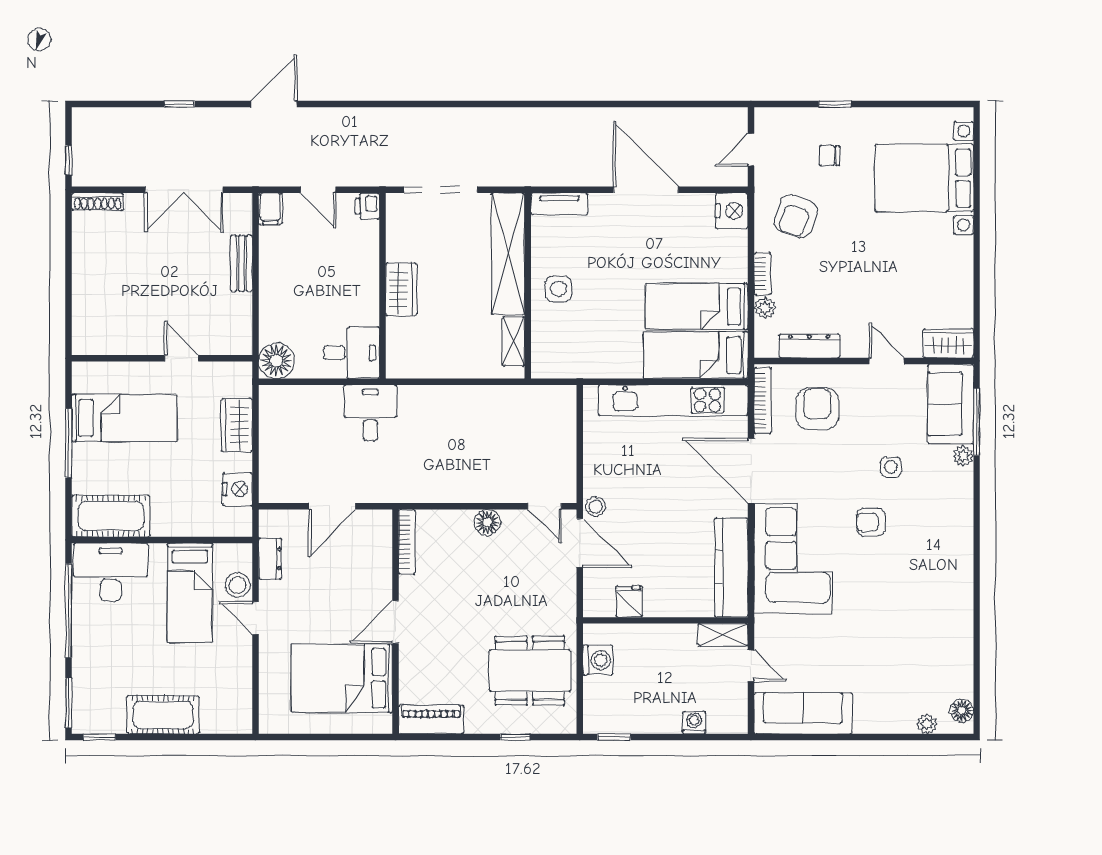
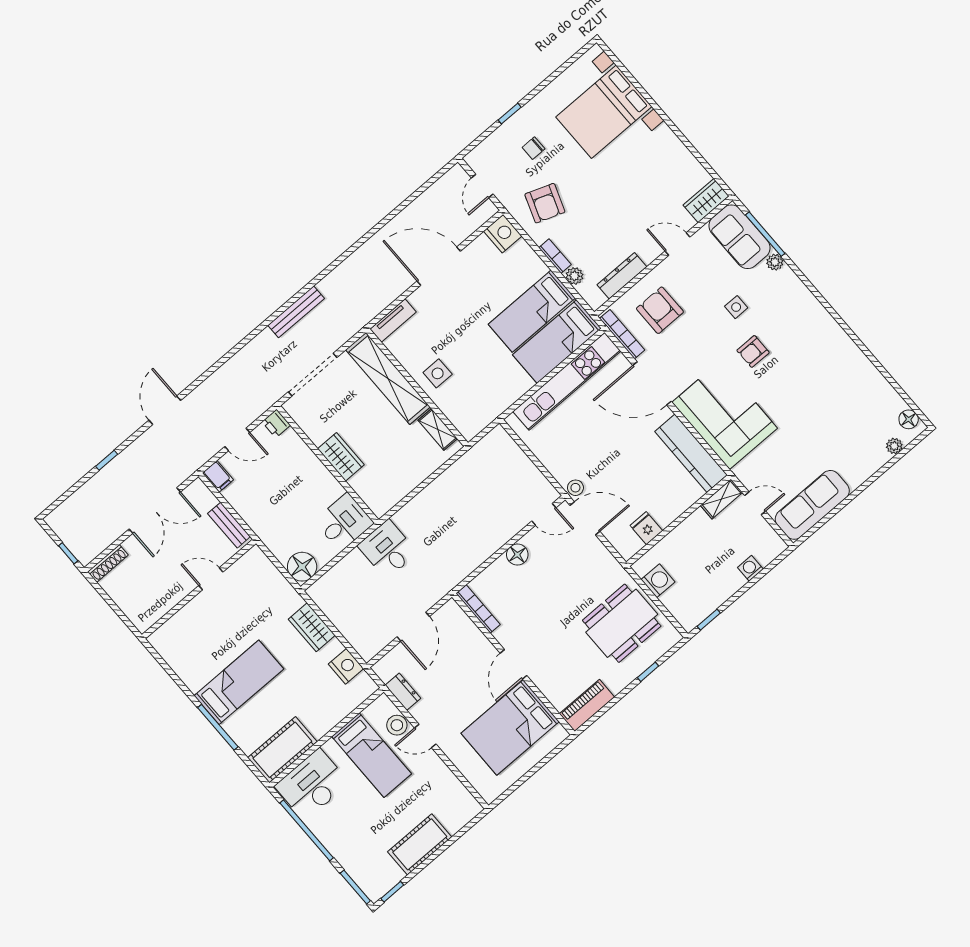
bench: (476, 118) -> (296, 312), added
wall: (162, 358) -> (199, 589), moved
door: (181, 358) -> (211, 579), moved

